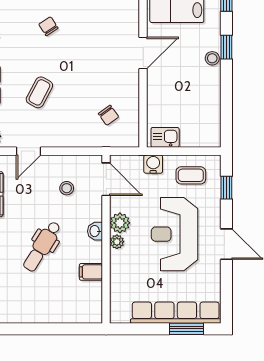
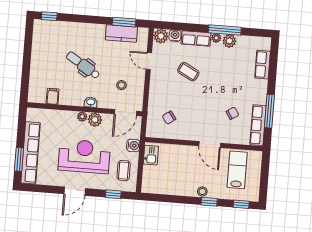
chair: (48, 26) -> (232, 113), moved
filing cabinet: (91, 272) -> (53, 96), moved

